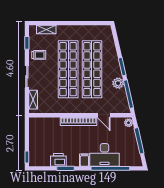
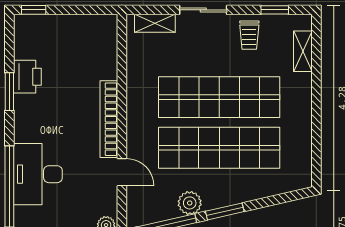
door: (104, 115) -> (122, 172), swing flipped
filing cabinet: (84, 160) -> (27, 132), removed

